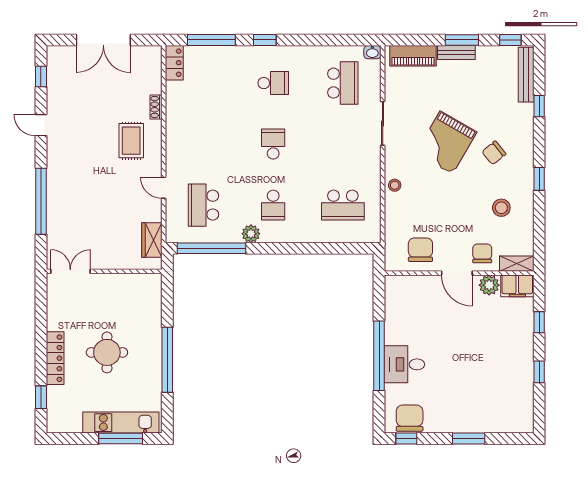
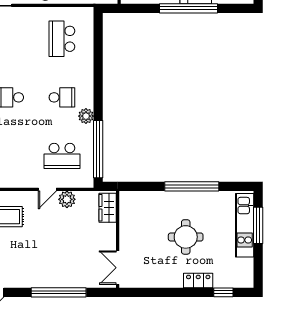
school desk: (343, 205) -> (62, 39), turned 180
plant: (152, 211) -> (67, 199), added
wardrobe: (152, 240) -> (108, 208), moved, turned 90
locker: (55, 358) -> (198, 281), width x0.66

